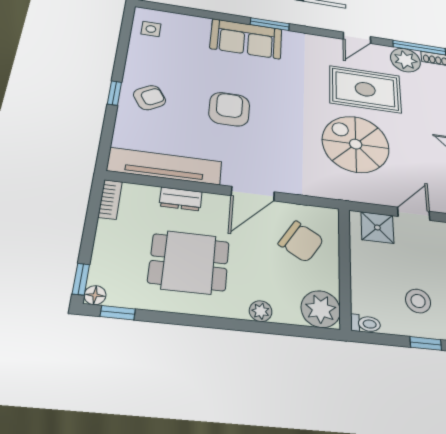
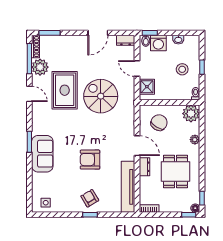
spiral stairs: (356, 144) -> (101, 96), turned 90
dresser: (181, 199) -> (144, 167), moved

